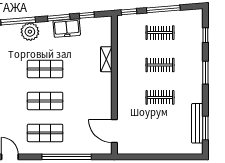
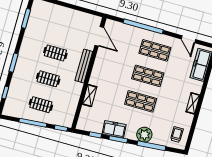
bench: (197, 123) -> (84, 66), moved

